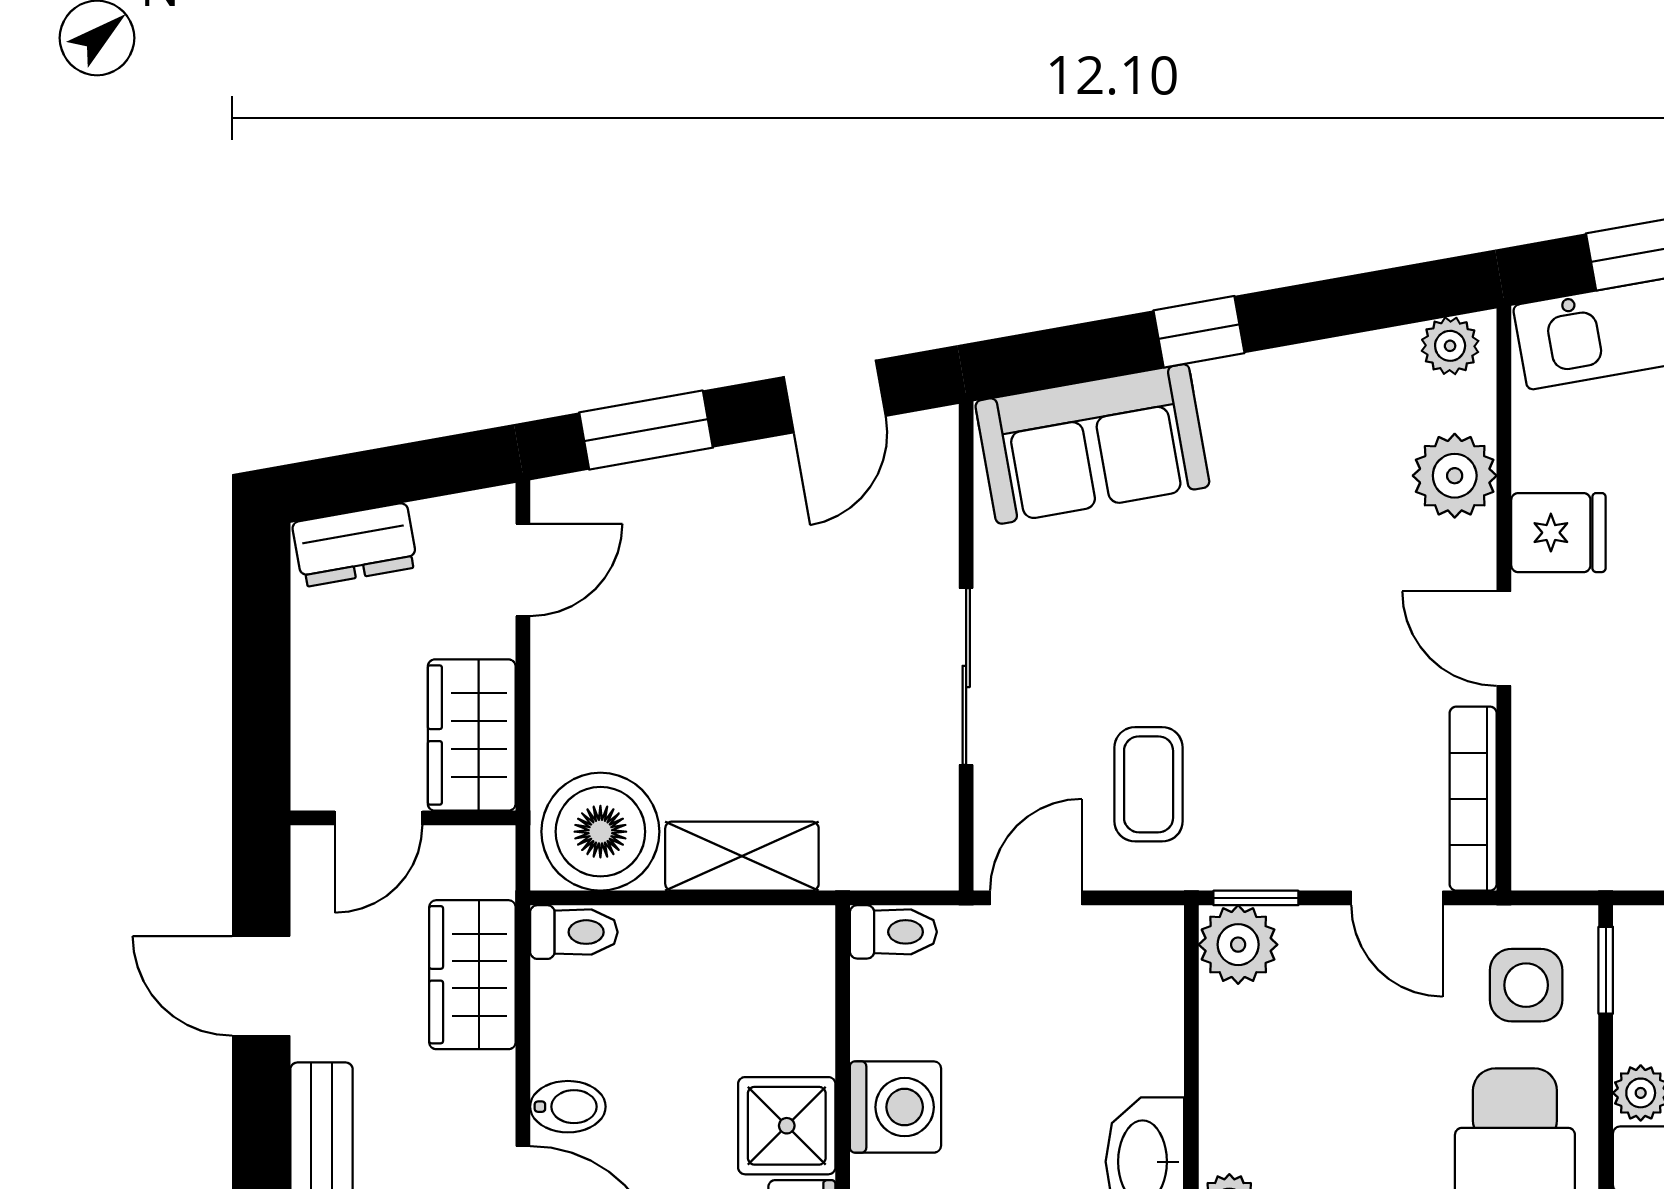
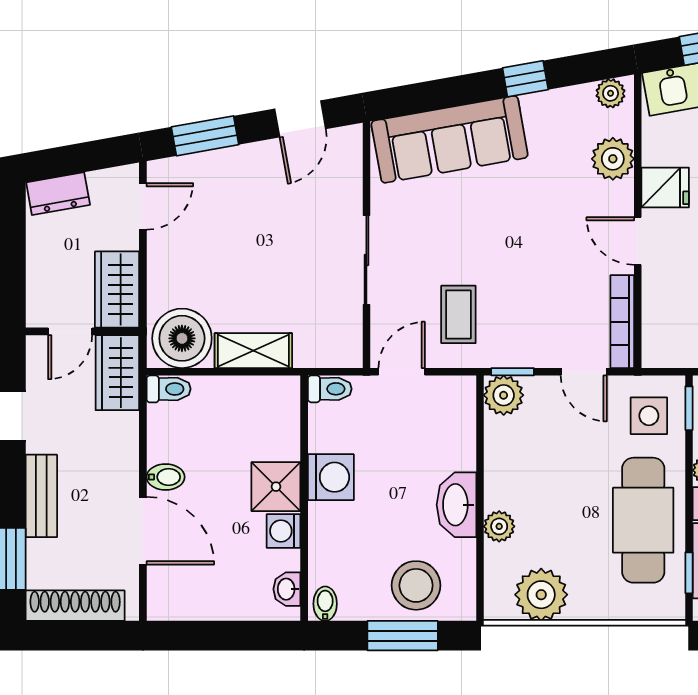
window: (1199, 332) -> (525, 79), moved
sofa: (1092, 444) -> (450, 139), width x1.36
wardrobe: (472, 975) -> (117, 373), moved

